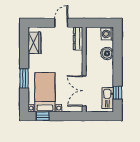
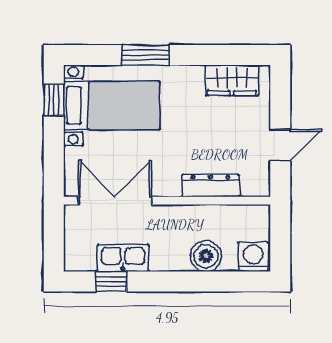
door: (61, 23) -> (280, 145), hinge flipped
dresser: (78, 39) -> (210, 186), moved
kitchen sink: (108, 98) -> (123, 258), moved

